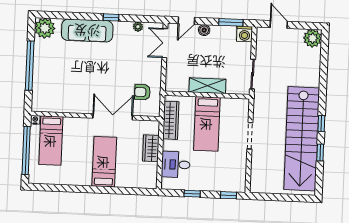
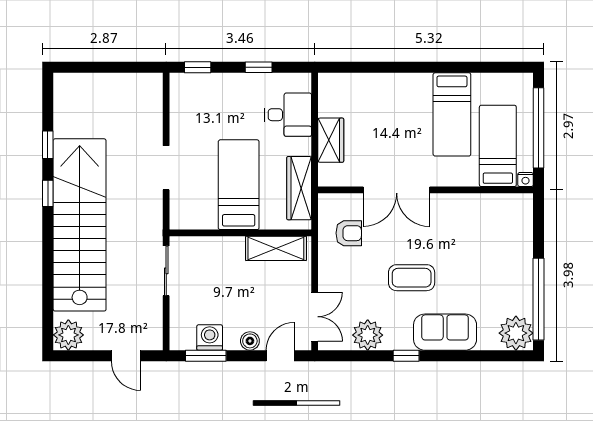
plant: (138, 27) -> (368, 335), width x1.88, depth x1.88
sofa: (87, 31) -> (445, 332), width x0.73
washing machine: (245, 34) -> (210, 337), moved
coffee table: (106, 64) -> (412, 278), added
window: (30, 66) -> (538, 299), moved
shelving: (207, 86) -> (276, 248), moved
stairs: (302, 139) -> (80, 225), moved
bed: (104, 162) -> (452, 114), moved

